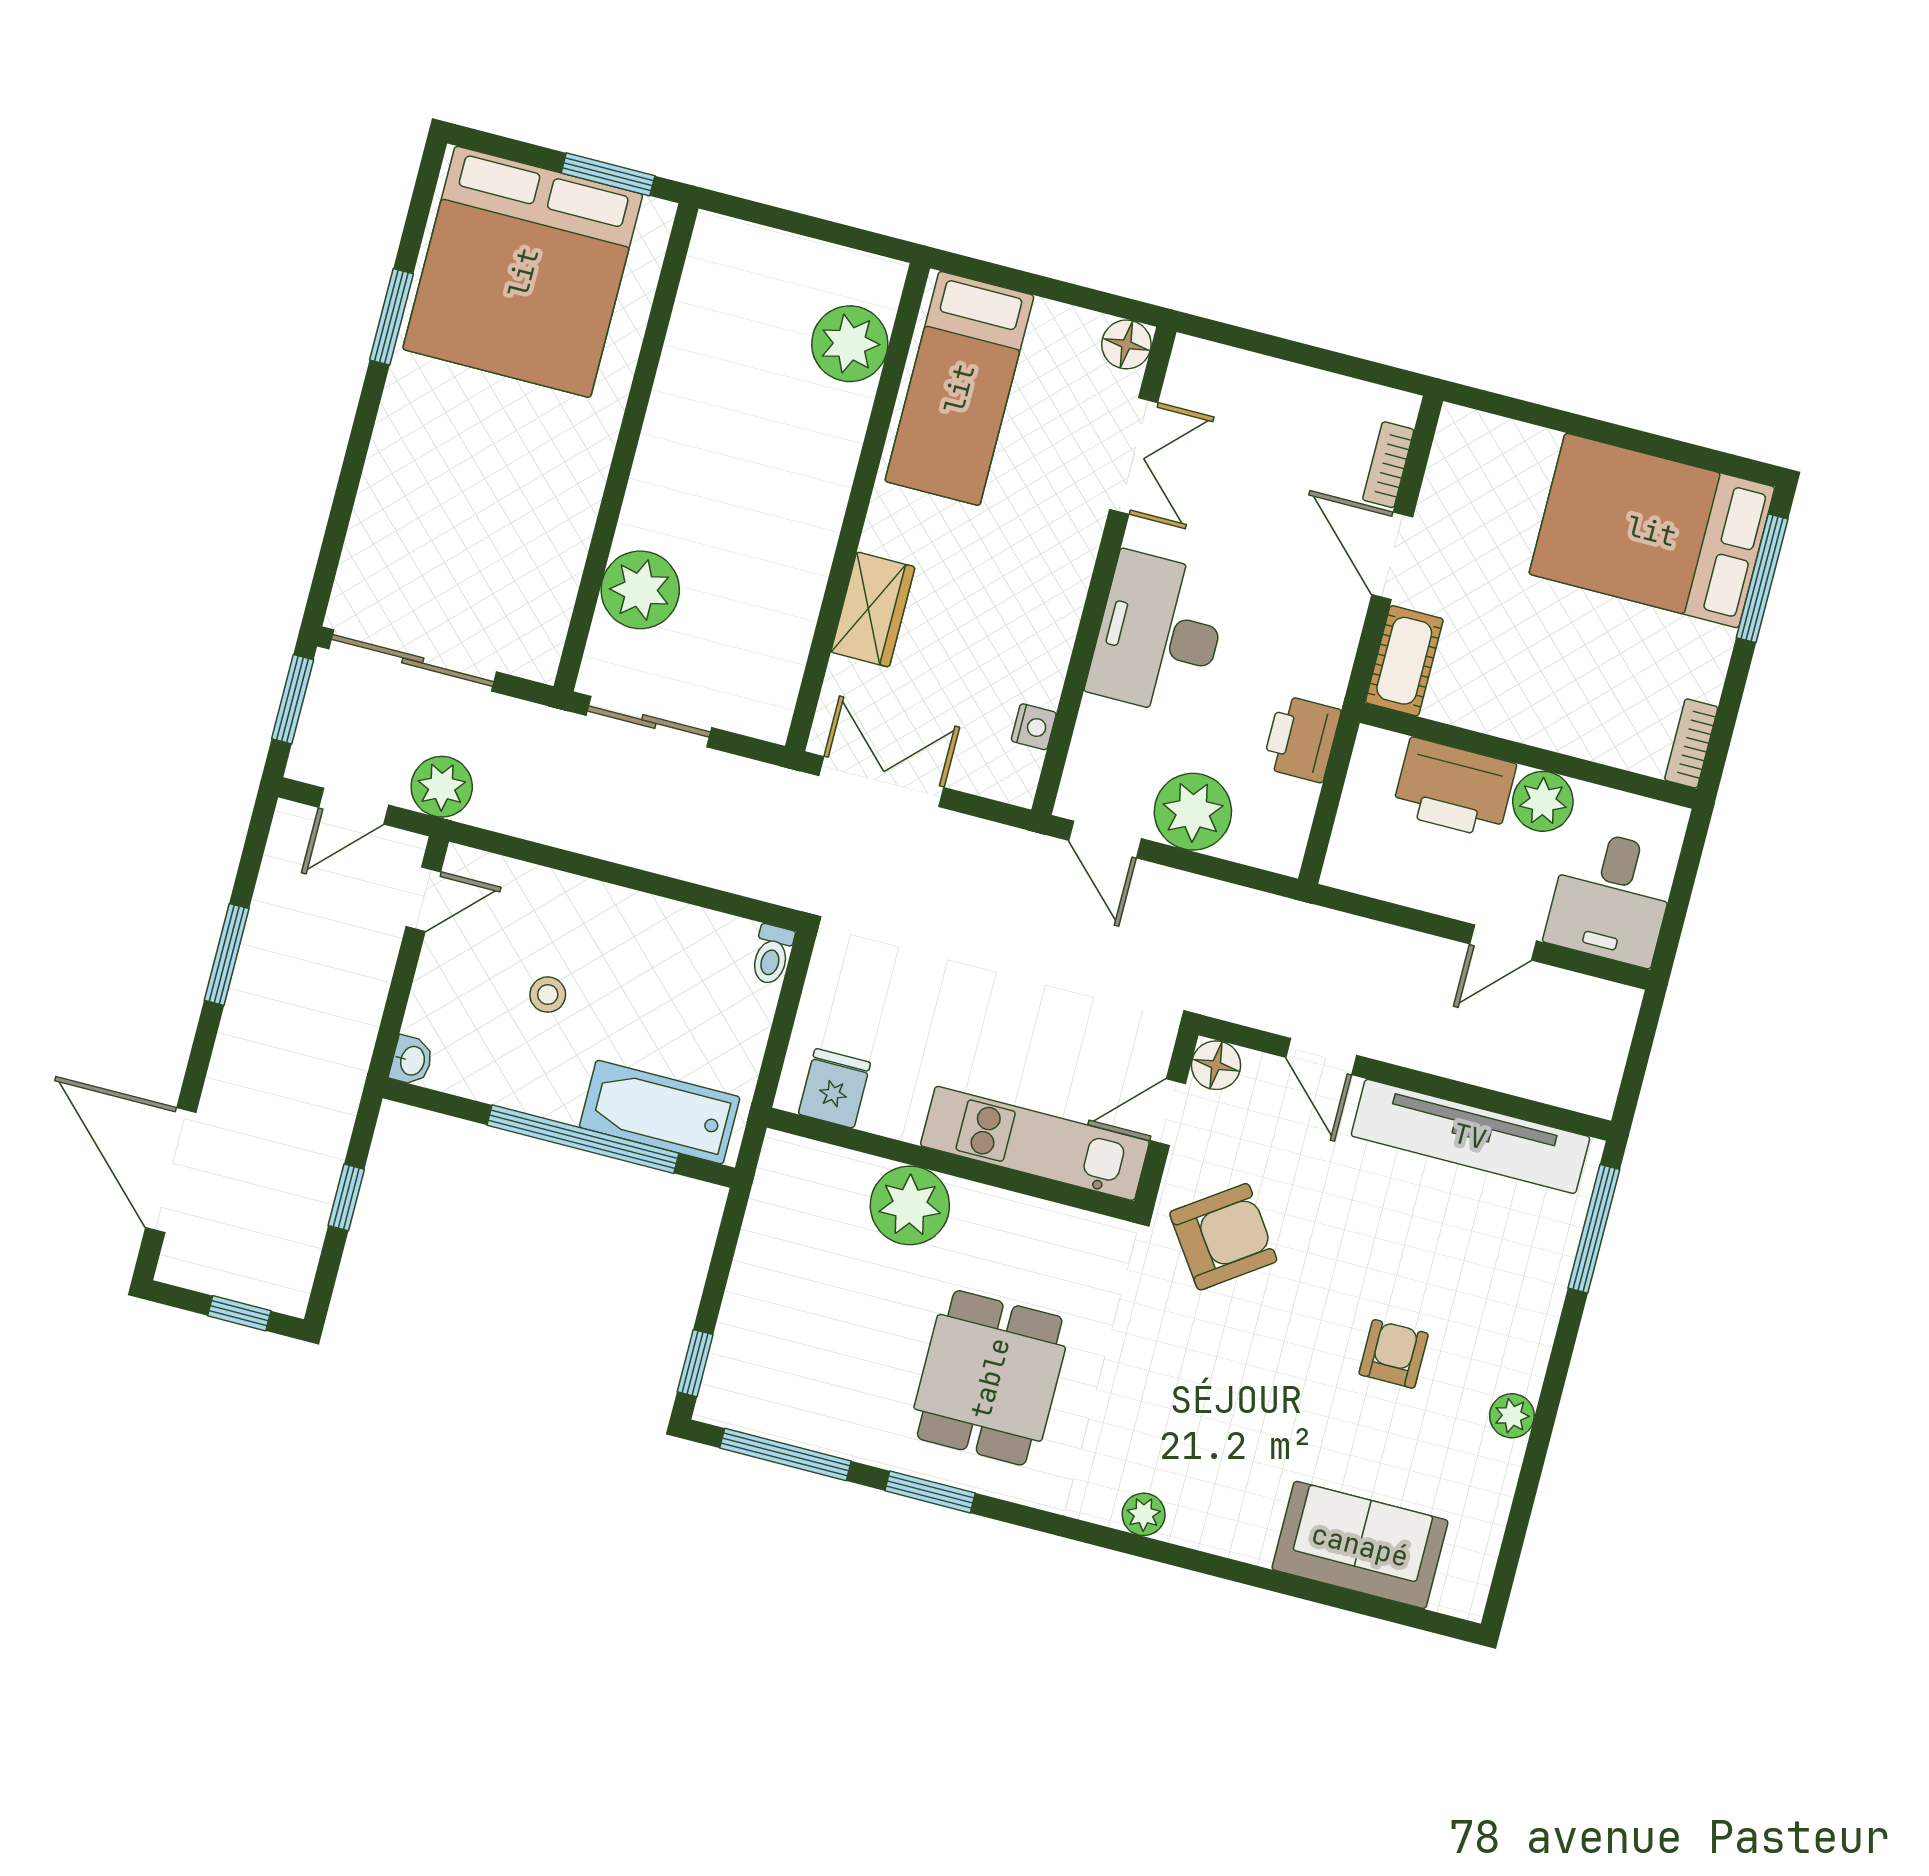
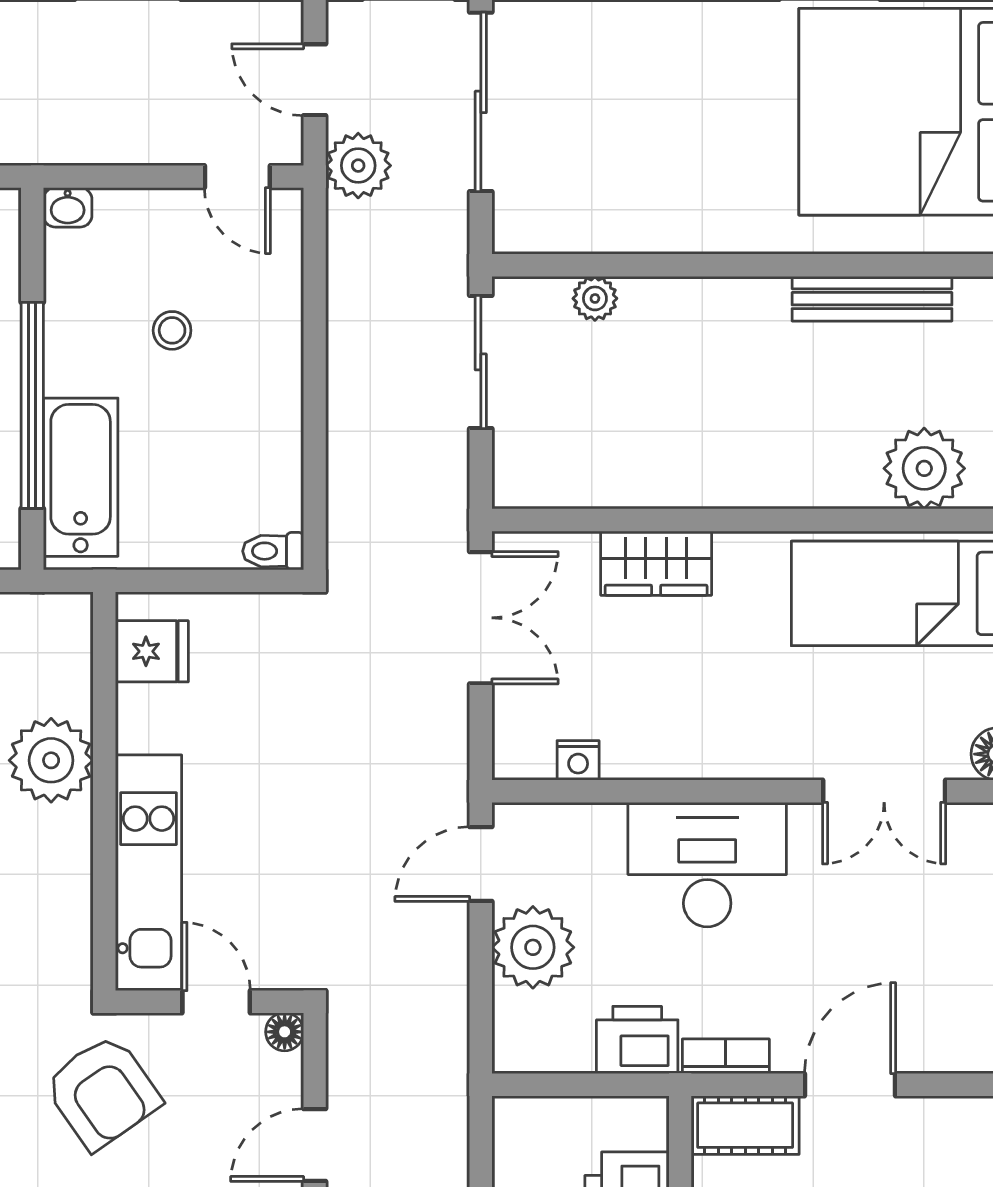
bench: (683, 351) -> (872, 299), added
bookcase: (1388, 465) -> (726, 1056), moved
plant: (640, 590) -> (595, 298), width x0.53, depth x0.53
floor lamp: (1216, 1065) -> (285, 1032), width x0.73, depth x0.73

